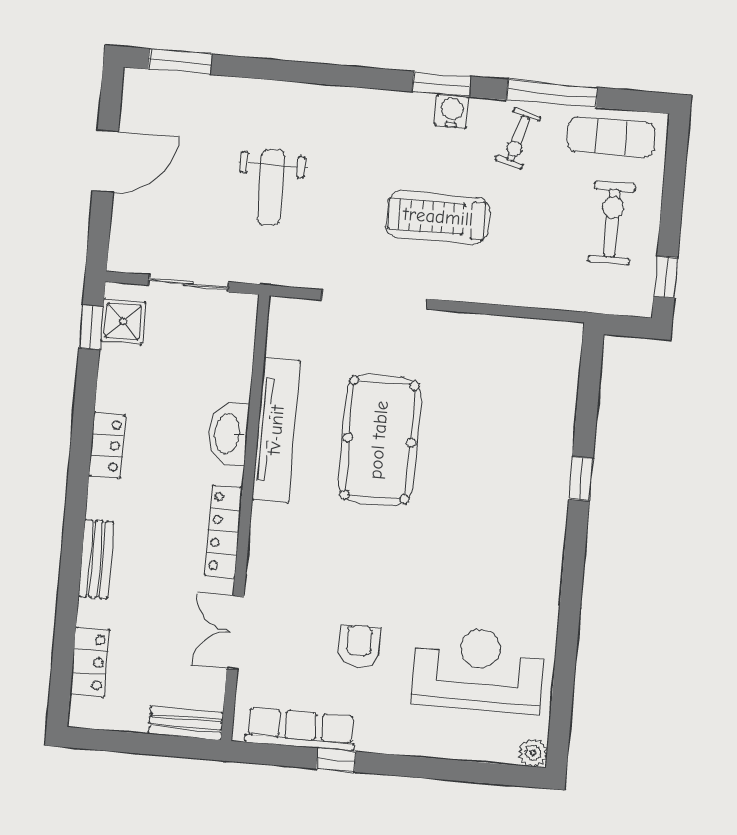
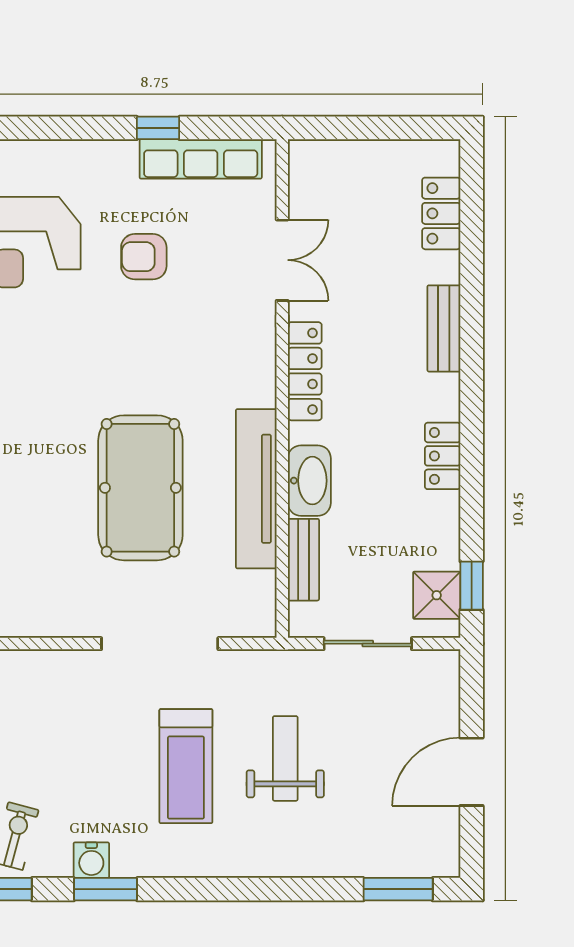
treadmill: (438, 217) -> (186, 766), moved, turned 90
armchair: (359, 646) -> (144, 257), turned 90
bench: (186, 723) -> (303, 560), moved, turned 90

